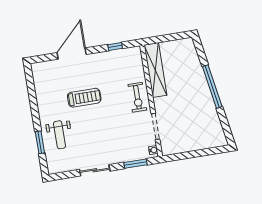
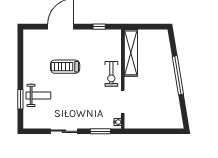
treadmill: (84, 98) -> (65, 67), turned 180
weight bench: (60, 135) -> (38, 95), turned -90

